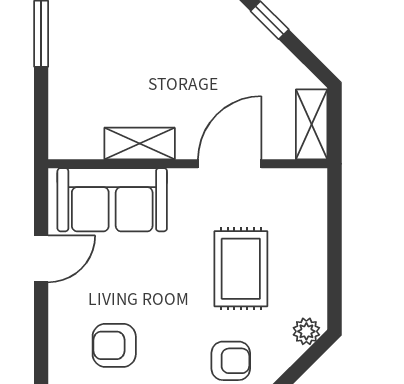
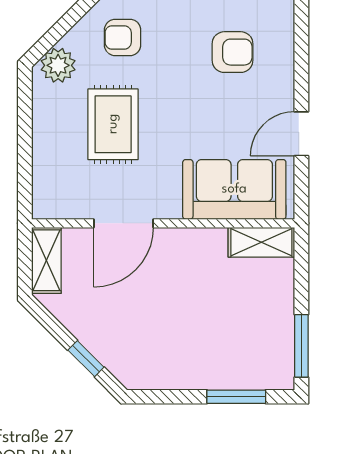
shelving: (140, 144) -> (261, 242), moved
plant: (306, 331) -> (58, 65), width x1.38, depth x1.38

